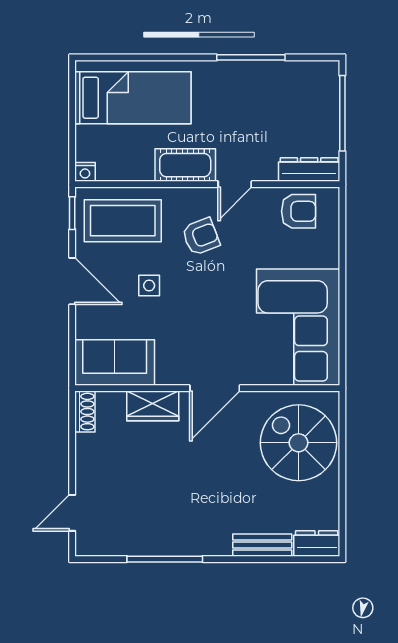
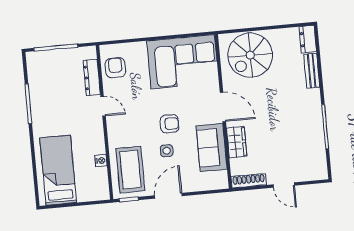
cot: (185, 165) -> (95, 136), removed
dresser: (309, 170) -> (92, 77), moved
nightstand: (85, 172) -> (101, 160), moved
armchair: (201, 237) -> (169, 124), moved, turned 111
sofa: (115, 362) -> (212, 148), moved
shoe rack: (85, 412) -> (249, 181), width x1.43
door: (72, 513) -> (284, 185), moved

